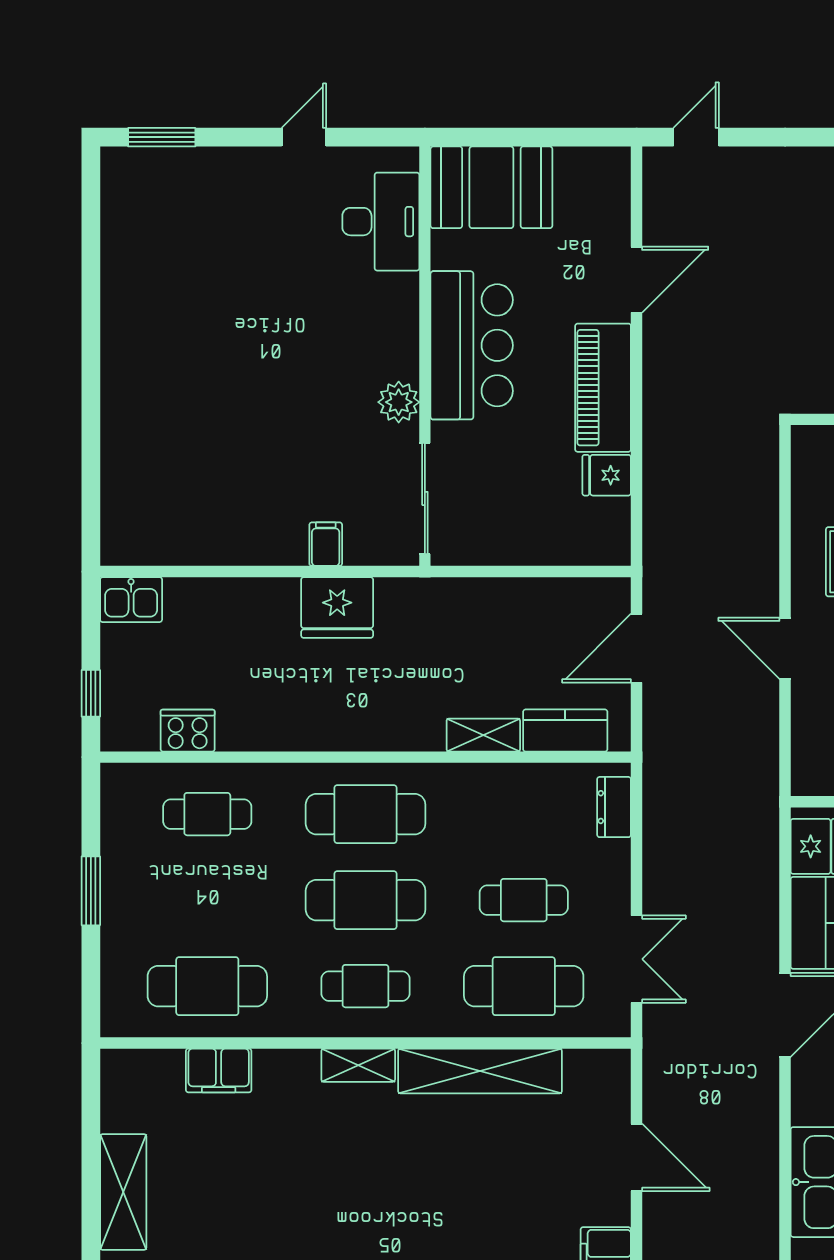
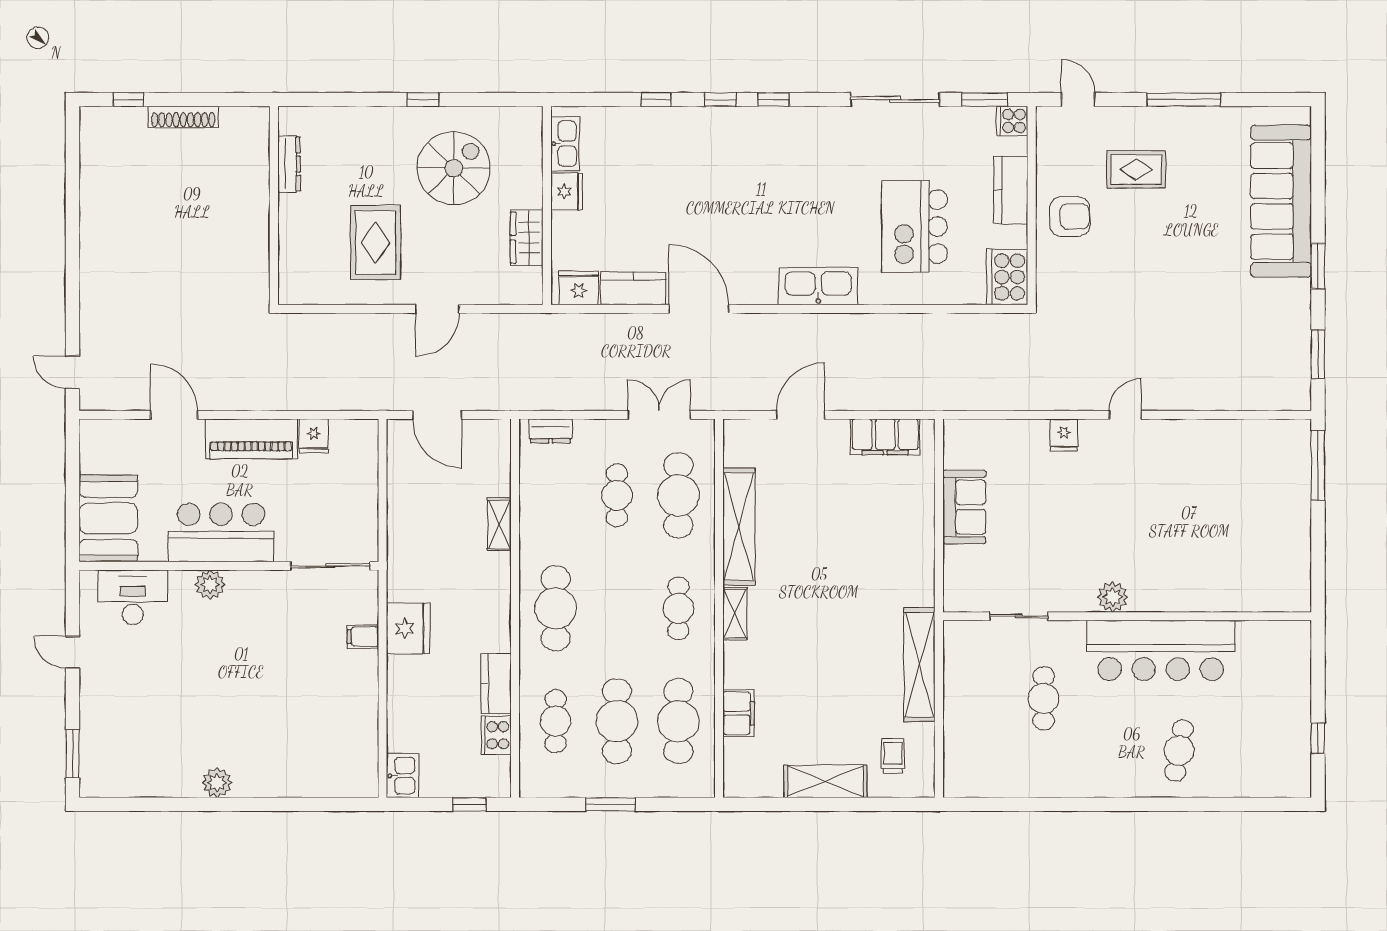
plant: (121, 340) -> (217, 783), added
plant: (399, 402) -> (210, 585), moved
kitchen counter: (565, 731) -> (496, 684), moved
cafe table: (366, 900) -> (617, 721), moved

